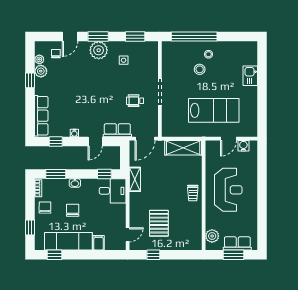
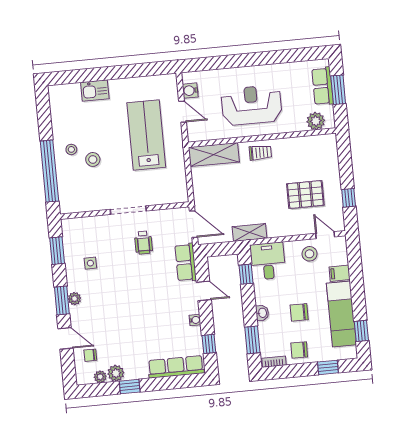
plant: (99, 50) -> (75, 299), width x0.53, depth x0.53
shelving: (183, 148) -> (214, 155), moved, turned 90
stool: (115, 222) -> (310, 254), added

